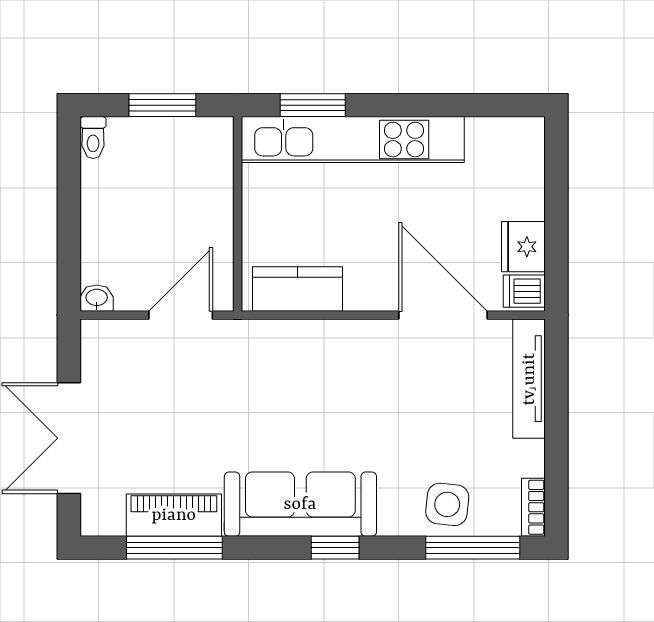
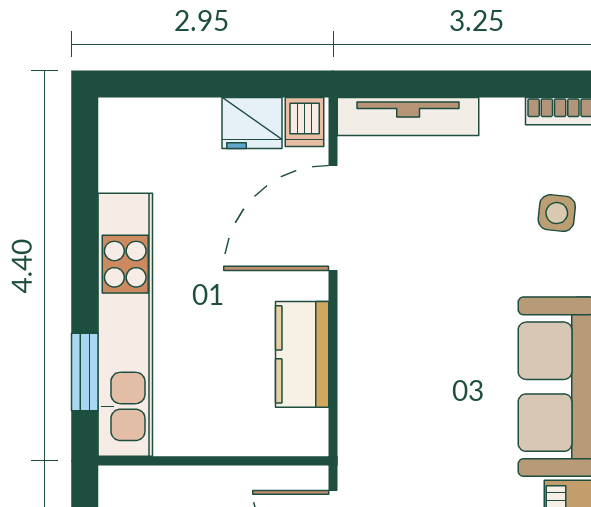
kitchen counter: (297, 289) -> (302, 354), moved
side table: (447, 504) -> (557, 213), width x0.73, depth x0.73

